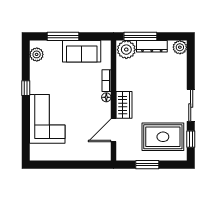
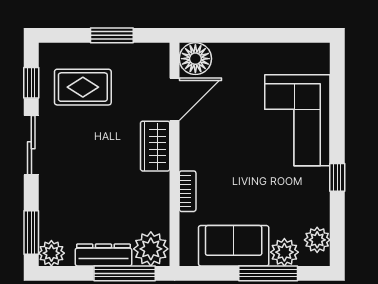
plant: (54, 48) -> (284, 252), added
window: (191, 58) -> (31, 233), added
floor lamp: (106, 97) -> (195, 59), moved, width x1.89, depth x1.89
rug: (163, 137) -> (83, 87), width x0.73, depth x0.70

